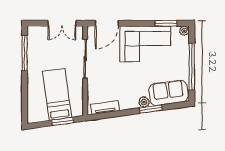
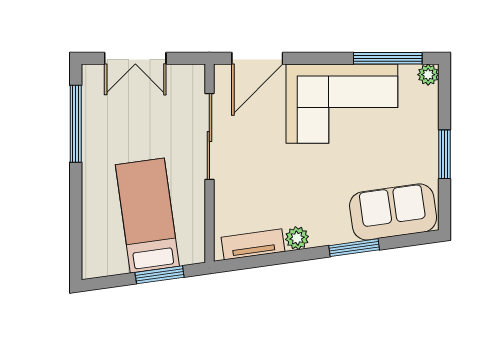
double door: (62, 23) -> (135, 58), moved
window: (166, 23) -> (388, 58), width x1.44
window: (192, 67) -> (444, 154), width x0.47
plant: (144, 102) -> (297, 238), moved

